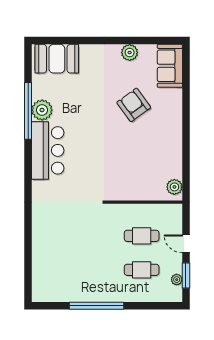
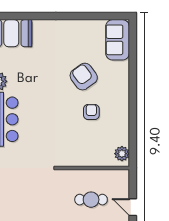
plant: (130, 53) -> (80, 27), removed
armchair: (142, 143) -> (91, 112), added

